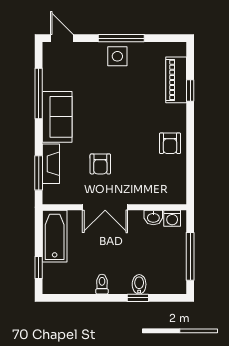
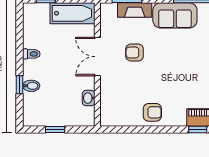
armchair: (170, 143) -> (152, 112), turned 180
washing machine: (172, 218) -> (88, 114), removed
window: (190, 256) -> (55, 130), width x0.46

